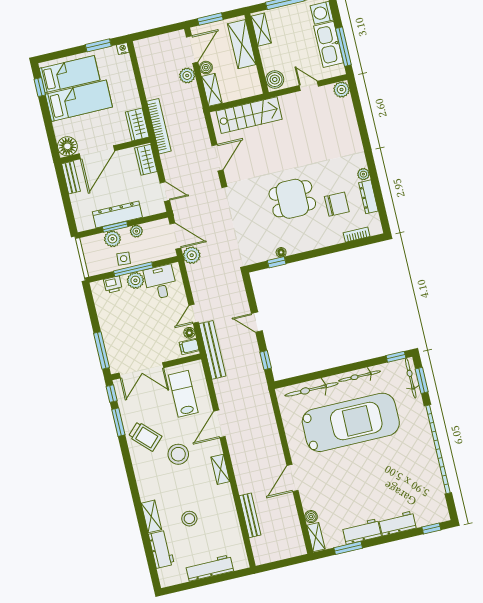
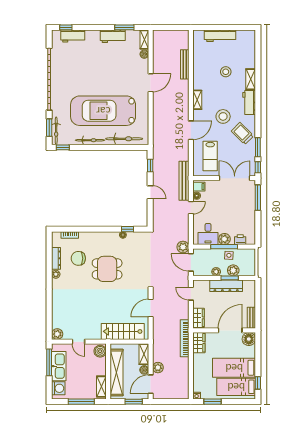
shelving: (242, 44) -> (117, 373), width x1.47
workbench: (397, 523) -> (73, 36), moved
workbench: (161, 549) -> (249, 103), moved

